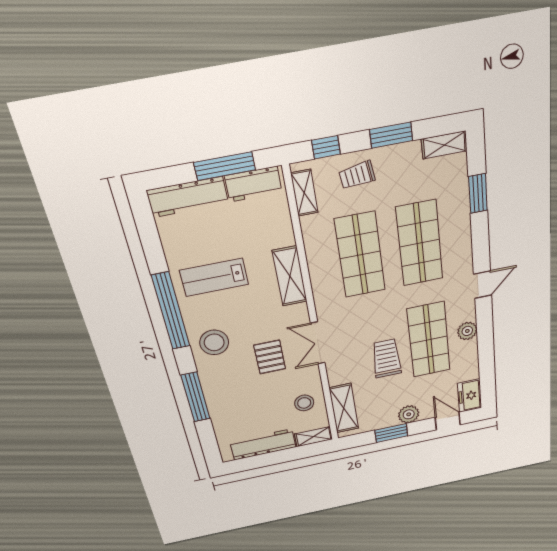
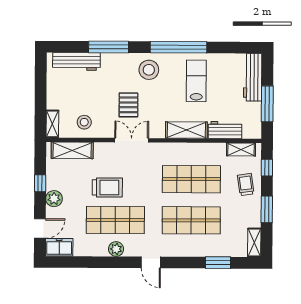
workbench: (253, 184) -> (225, 130), moved, turned 90
pallet: (270, 357) -> (128, 105), turned 90
window: (391, 433) -> (40, 183), width x0.67
workbench: (263, 444) -> (76, 61), moved, turned 90

